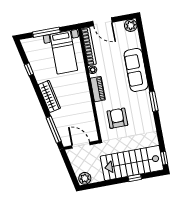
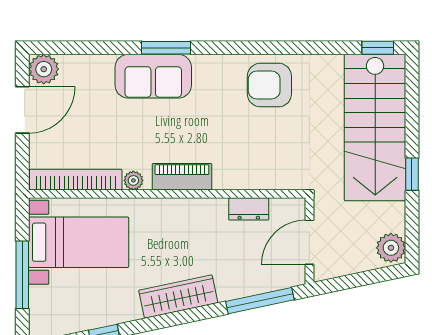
door: (102, 22) -> (22, 110), moved
sofa: (136, 70) -> (153, 76), width x0.73
window: (154, 101) -> (166, 48), moved
dresser: (90, 118) -> (249, 209), added
armchair: (117, 118) -> (269, 85), moved
window: (135, 178) -> (412, 174), moved

